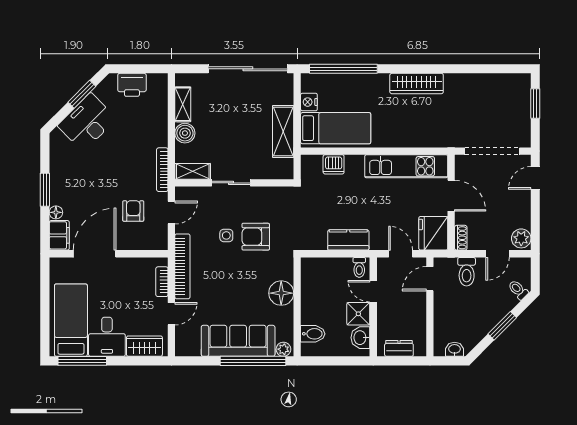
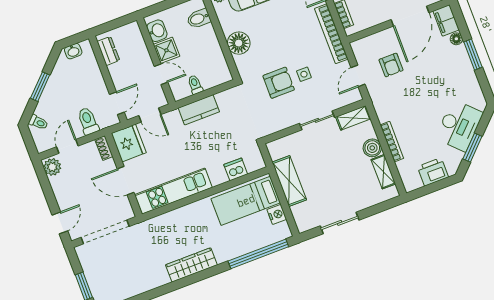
sliding door: (248, 69) -> (340, 223), width x0.54
bookcase: (162, 170) -> (392, 142), moved
toilet: (359, 267) -> (195, 85), moved
dresser: (399, 348) -> (108, 51), moved, turned -90

